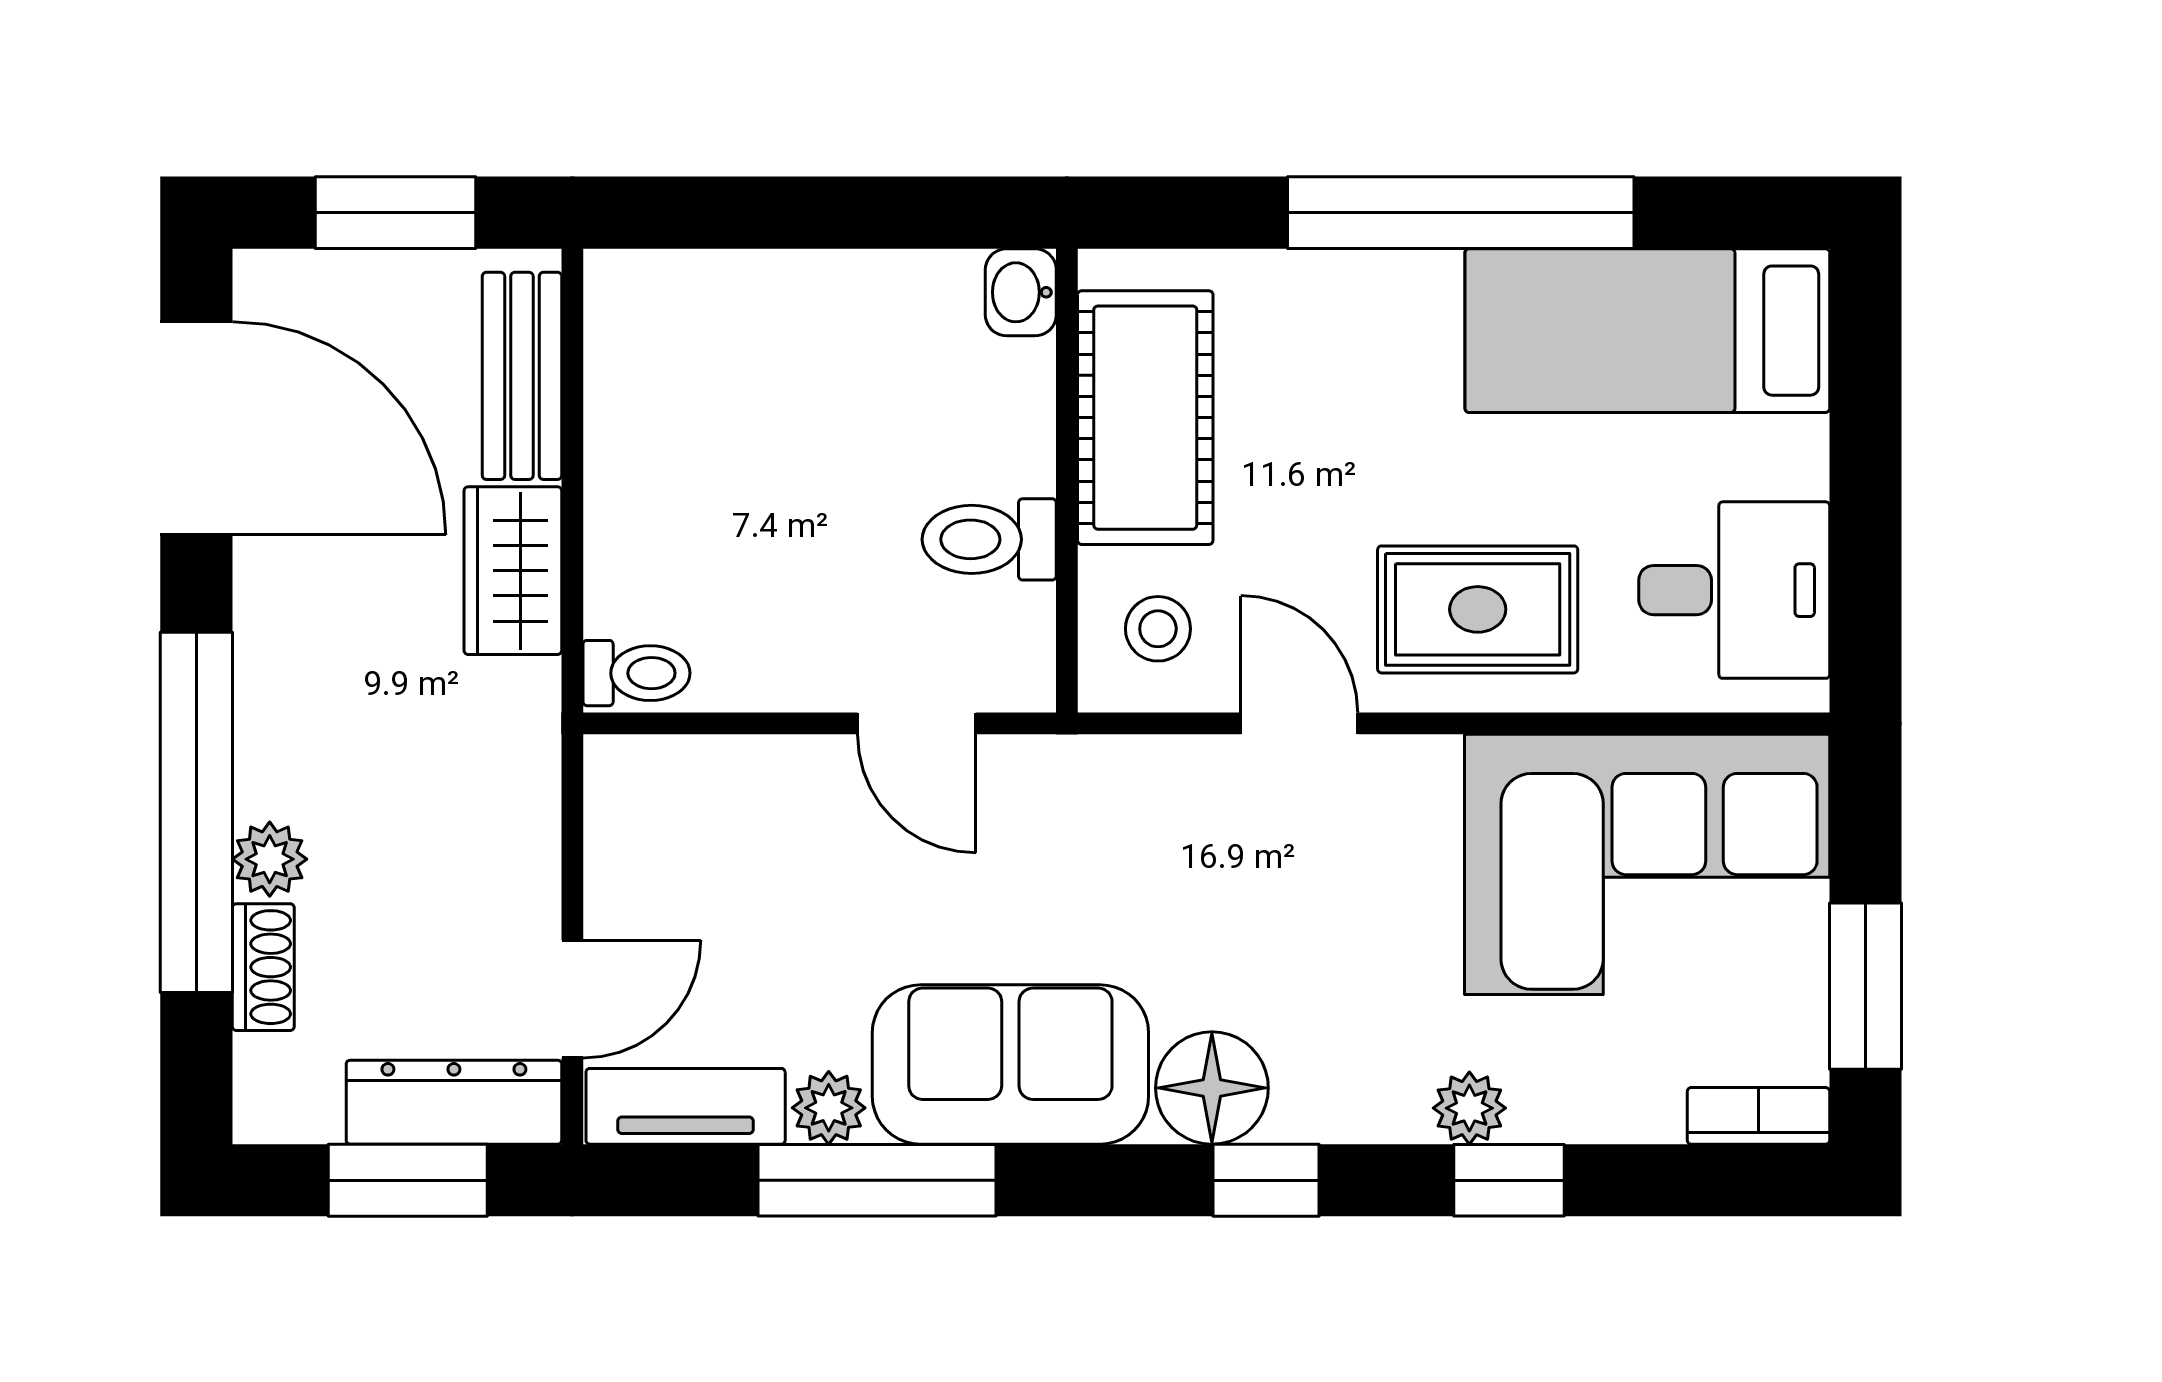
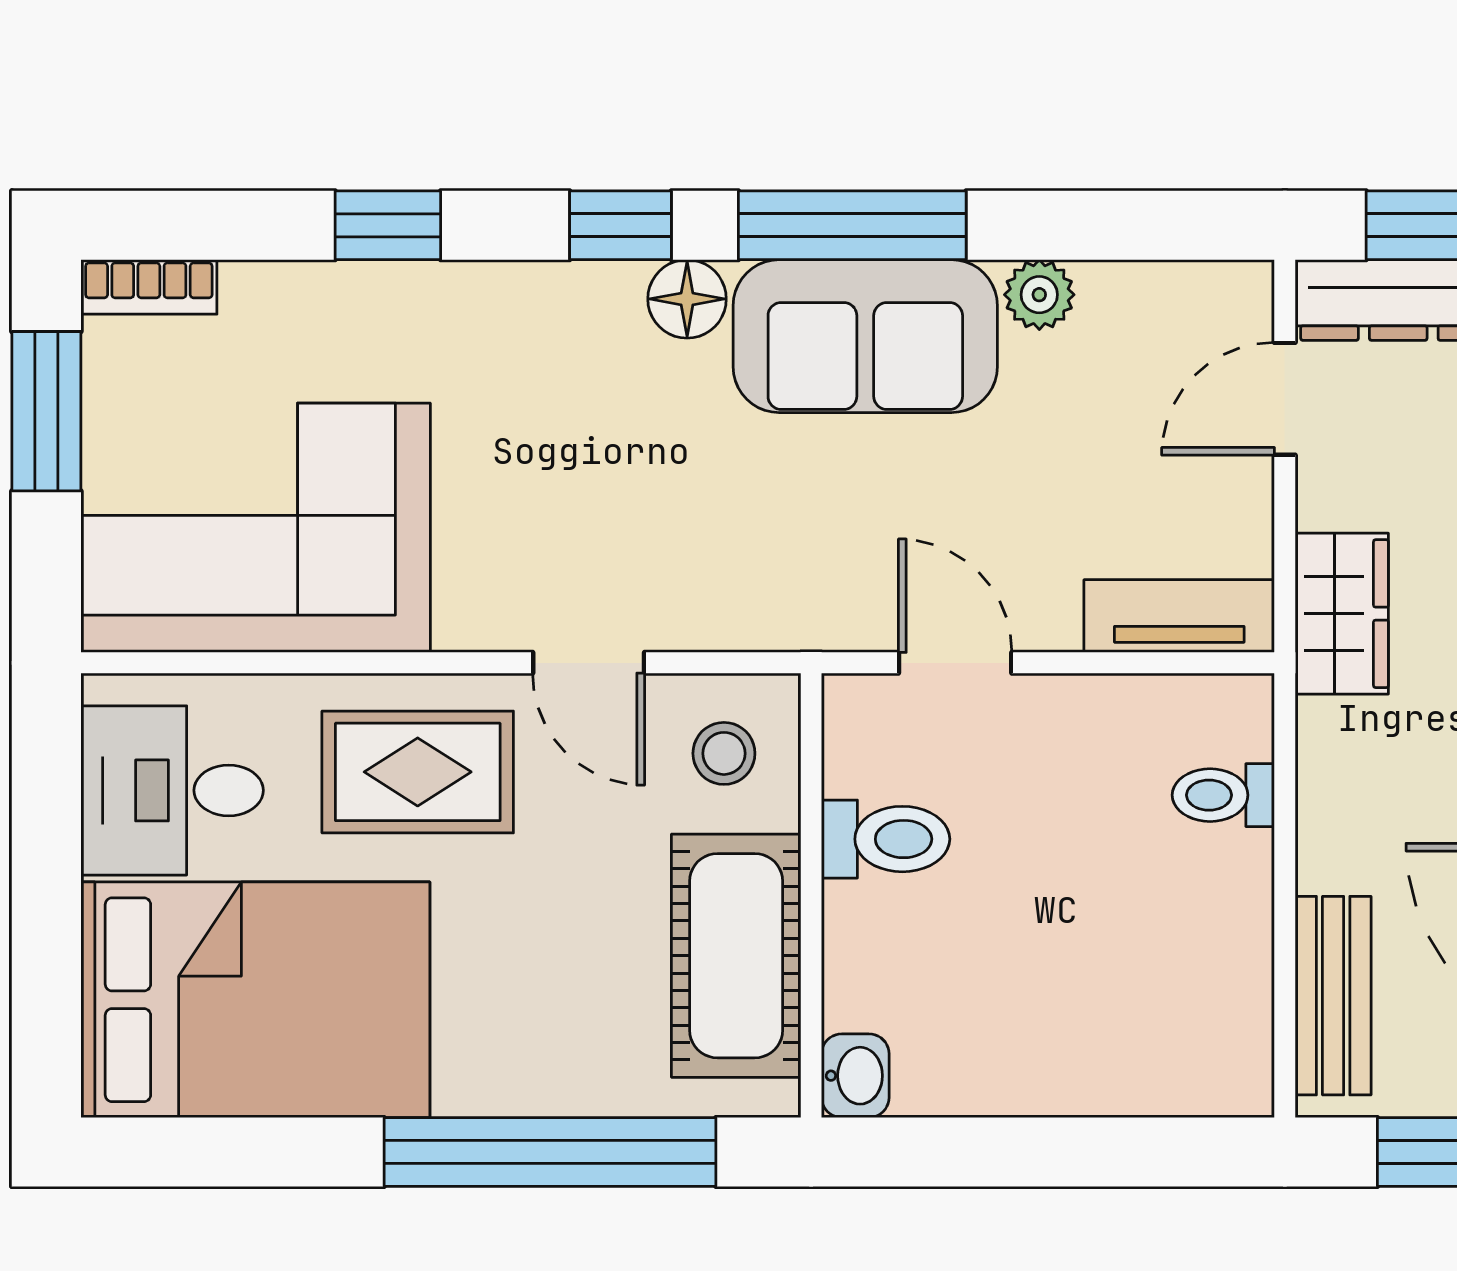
window: (1461, 213) -> (550, 1152), moved
bed: (1647, 331) -> (255, 1000), width x1.50
wardrobe: (513, 571) -> (1342, 614), moved
toilet: (637, 673) -> (1223, 795), moved
floor lamp: (1212, 1088) -> (687, 299), width x0.73, depth x0.73
tv unit: (686, 1106) -> (1179, 616), moved, turned 180
plant: (1469, 1108) -> (426, 294), removed
window: (877, 1180) -> (852, 225), moved

